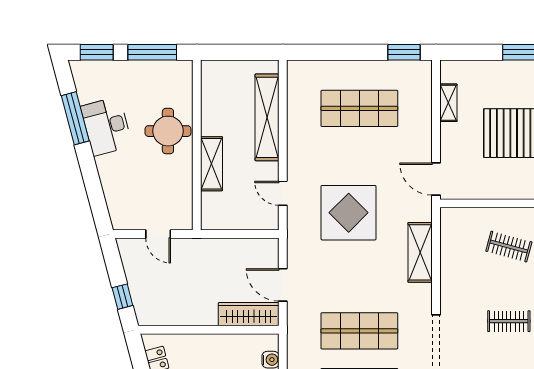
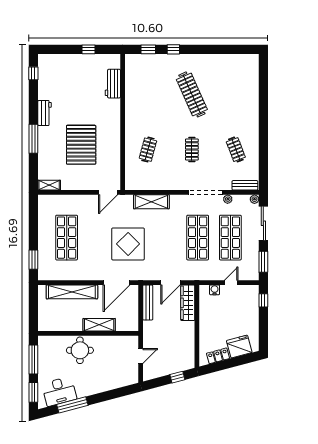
window: (404, 52) -> (33, 260), moved
shelving: (448, 103) -> (49, 185), moved
desk: (106, 126) -> (59, 391), moved
door: (283, 193) -> (117, 283), width x1.88
bench: (249, 246) -> (148, 303), added

